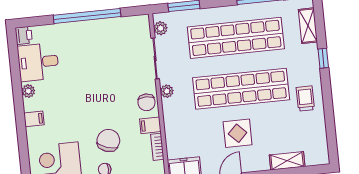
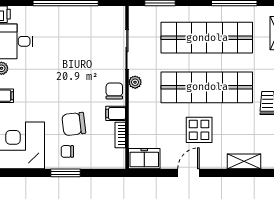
plant: (161, 28) -> (135, 21), removed
chair: (146, 102) -> (114, 91), turned 180
chair: (108, 141) -> (74, 124), turned -116

